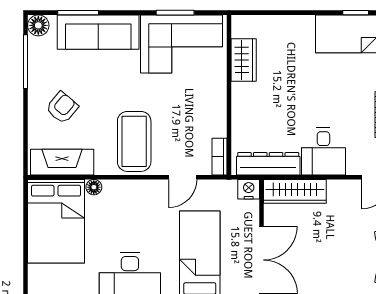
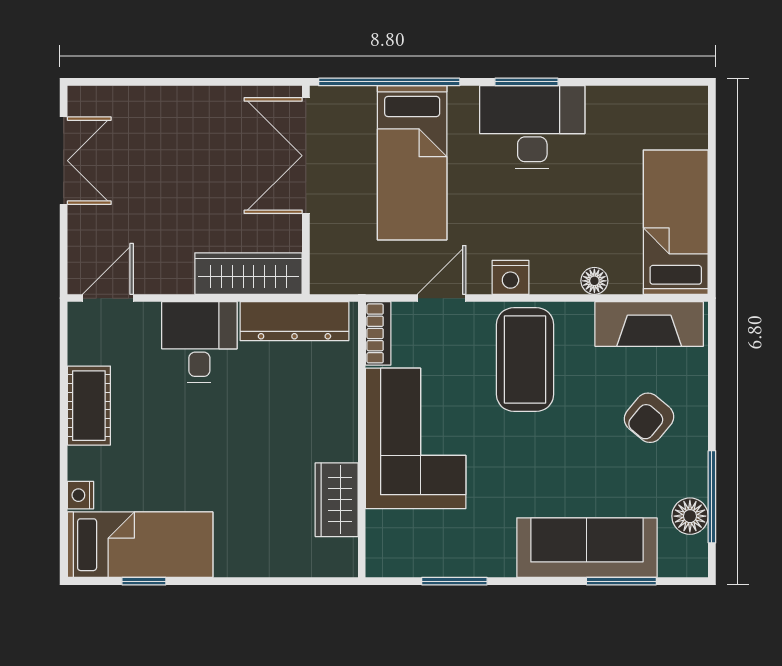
floor lamp: (38, 25) -> (690, 516), moved
corner sofa: (182, 44) -> (416, 438), moved, turned 90
nightstand: (249, 189) -> (510, 277), moved
bed: (56, 221) -> (676, 222), width x0.67

